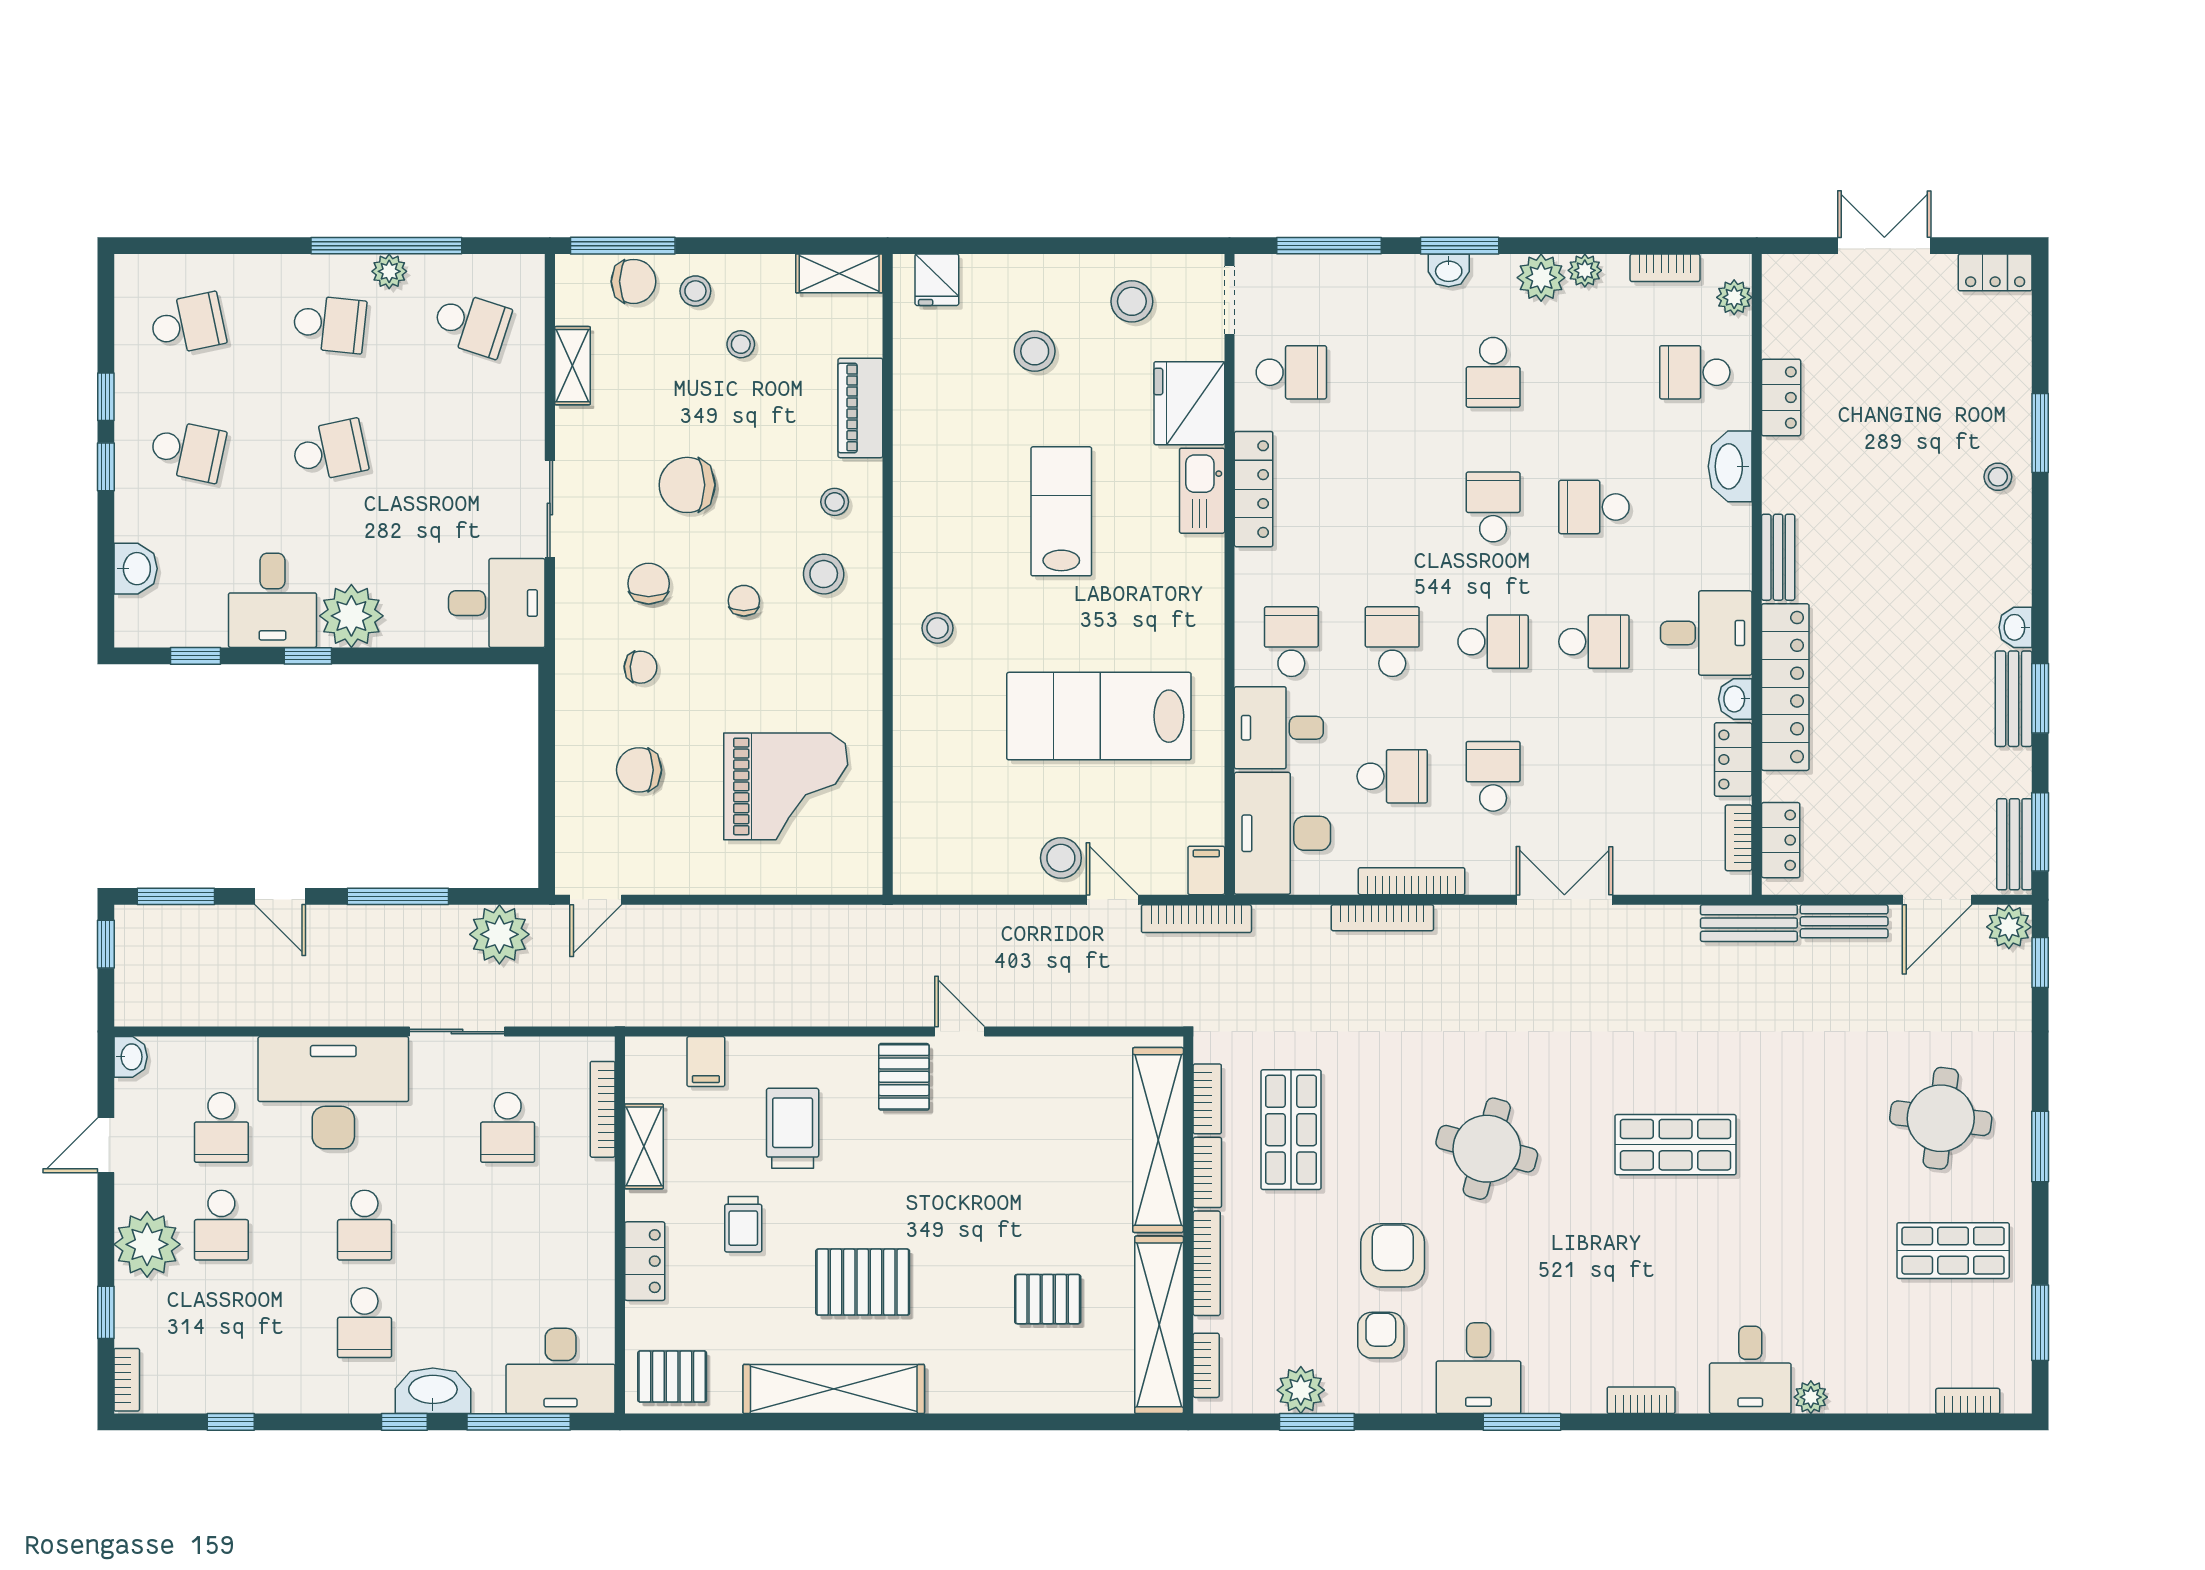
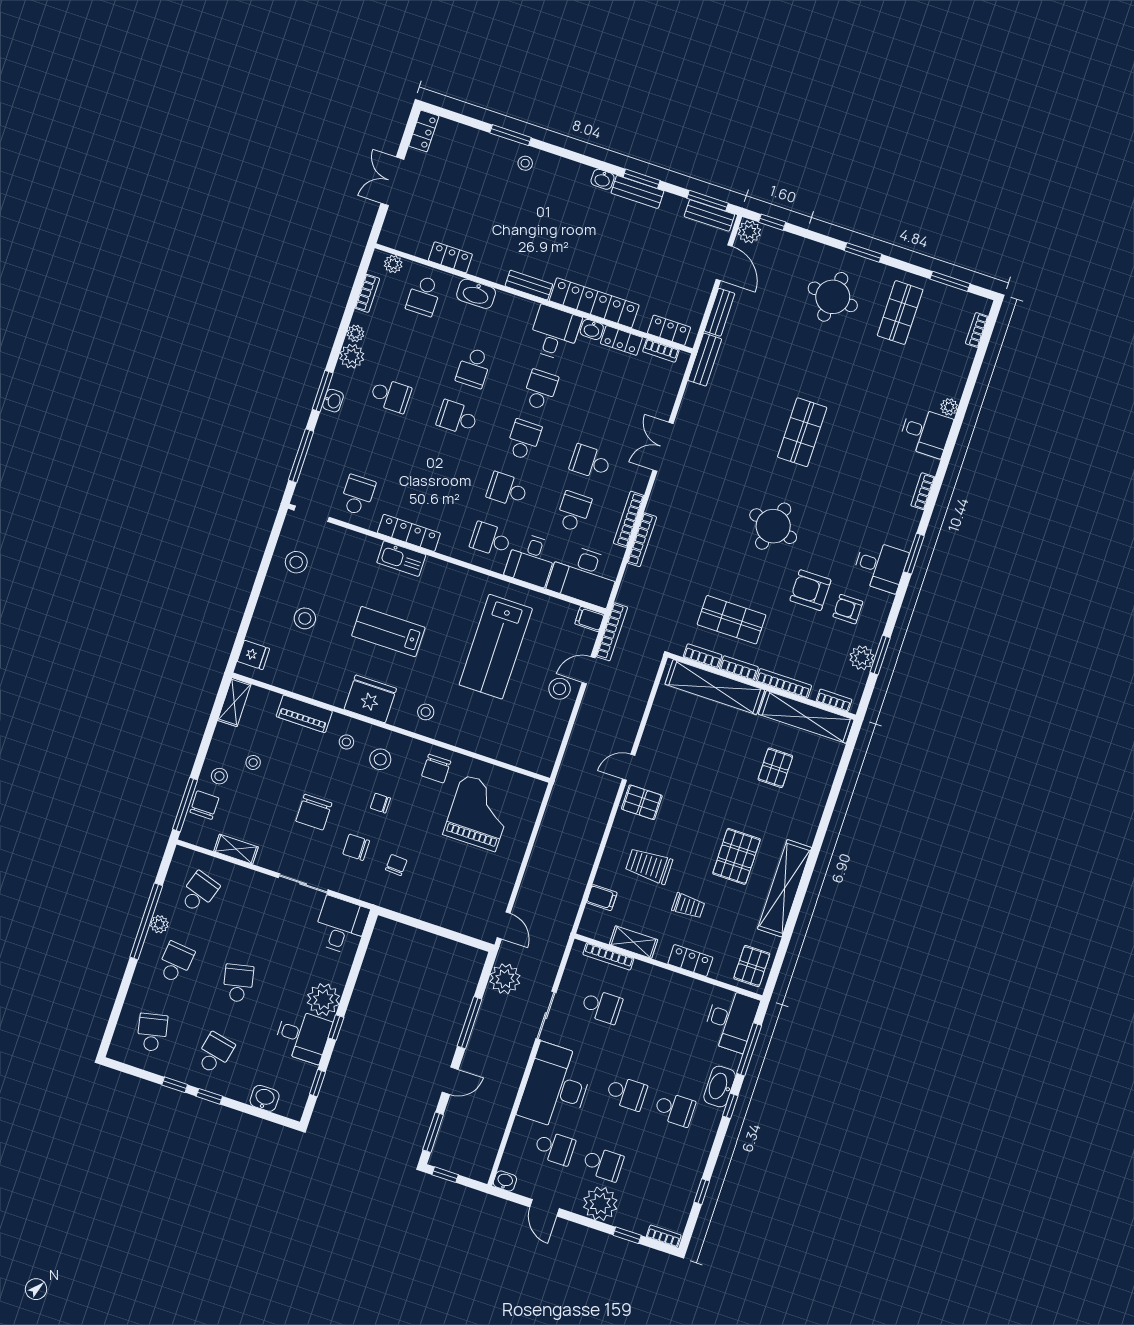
fridge: (1189, 403) -> (370, 699), moved, turned 180
chair: (639, 770) -> (436, 769), moved

